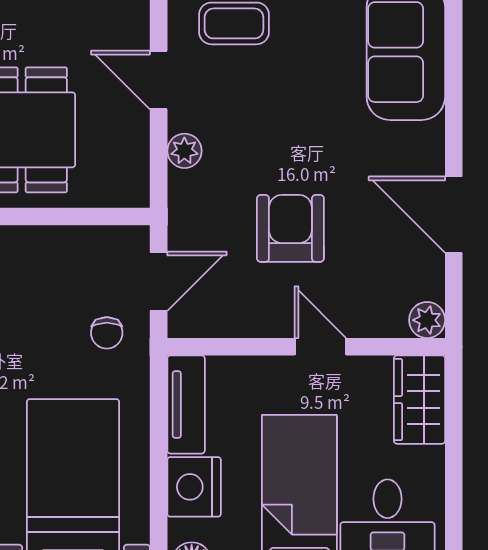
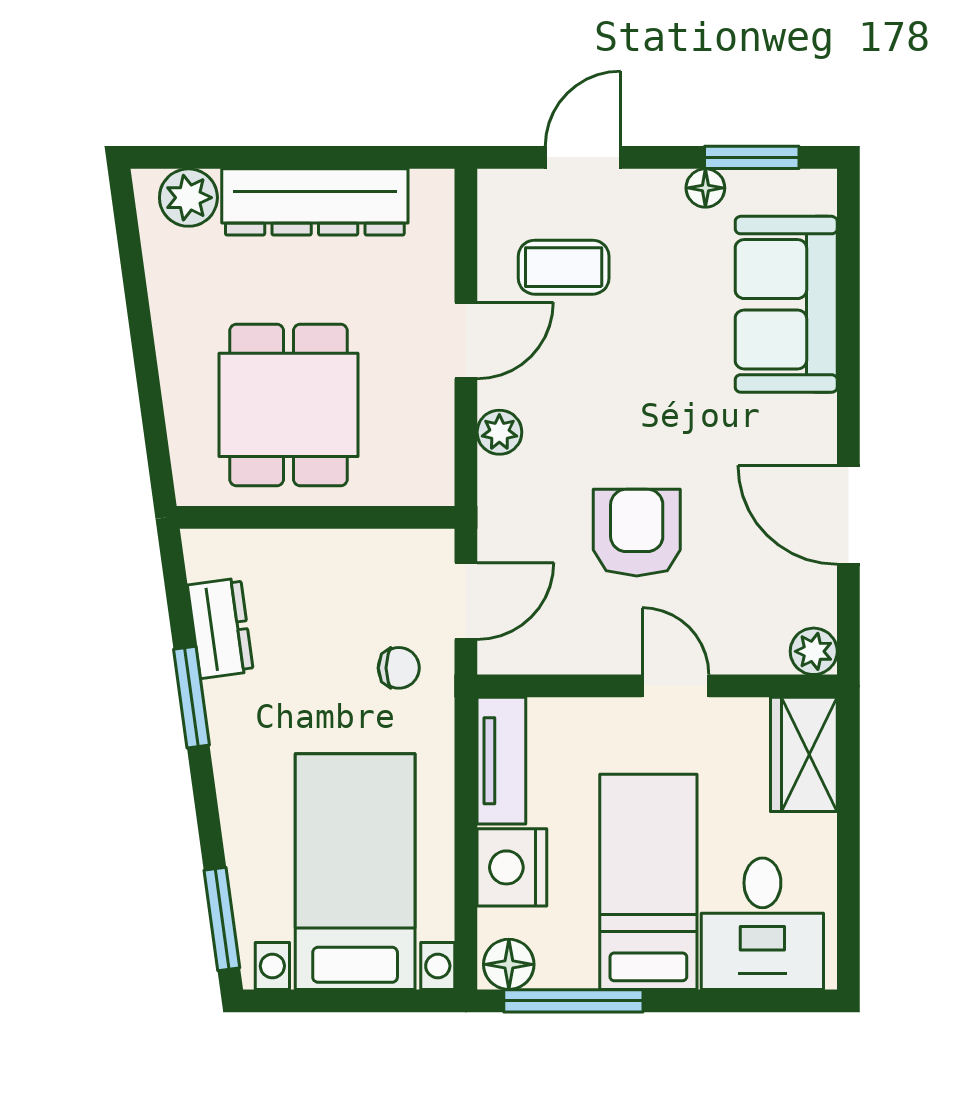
door: (159, 80) -> (466, 341), swing flipped
chair: (107, 333) -> (399, 668), turned -90

